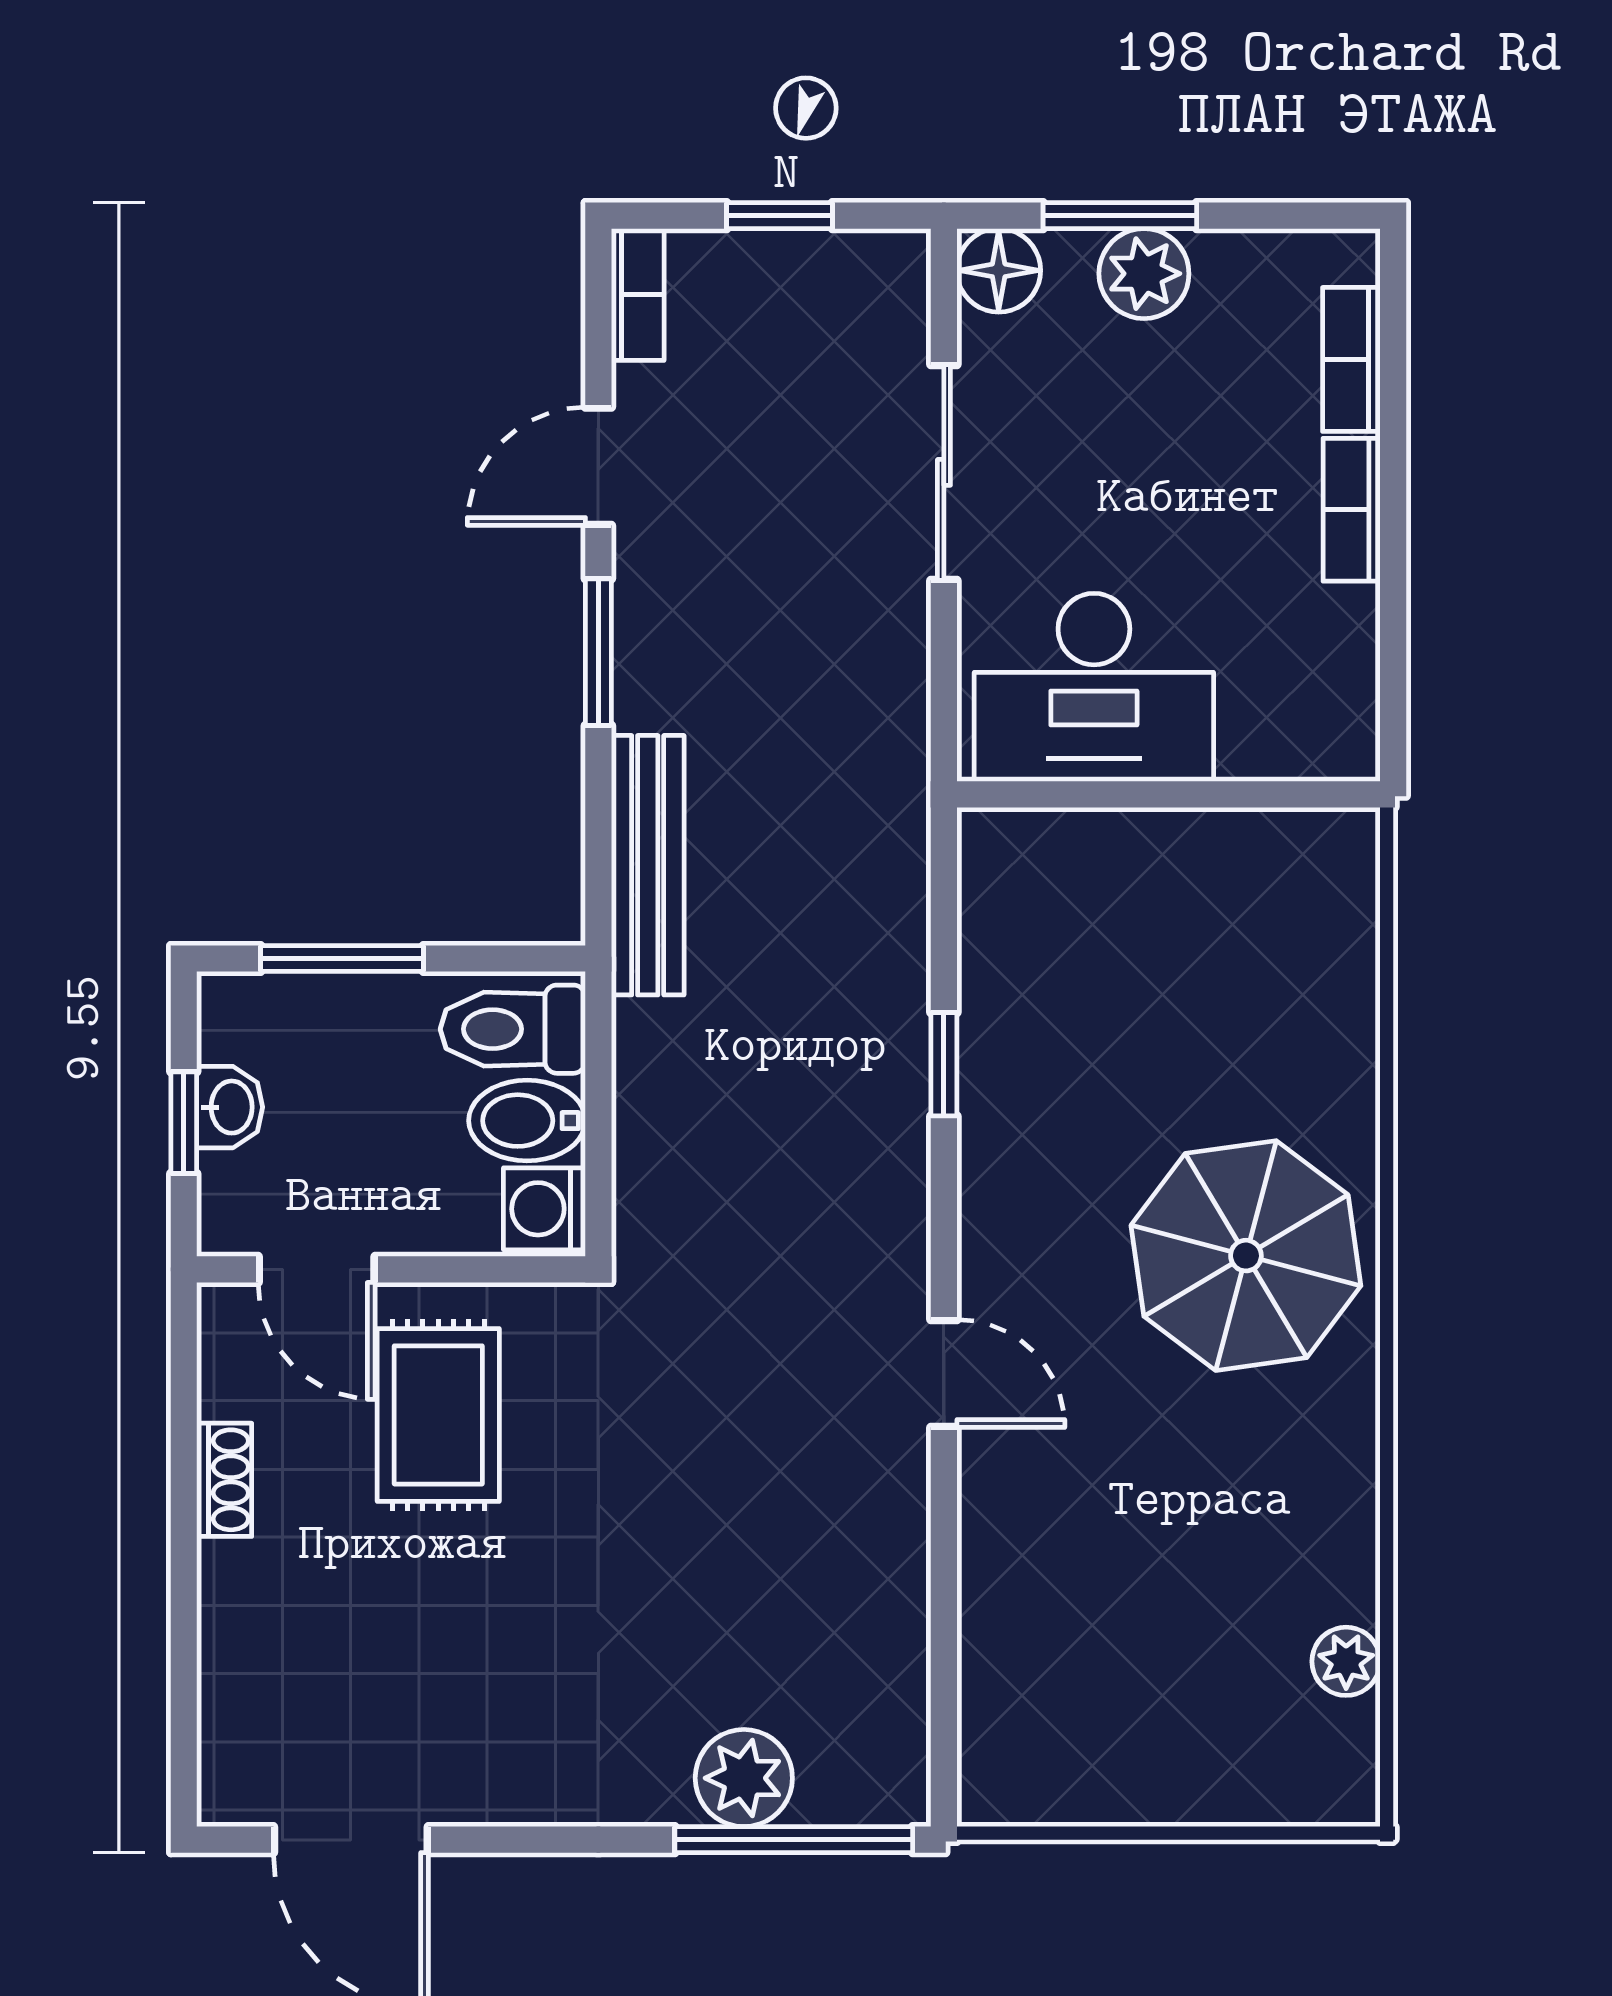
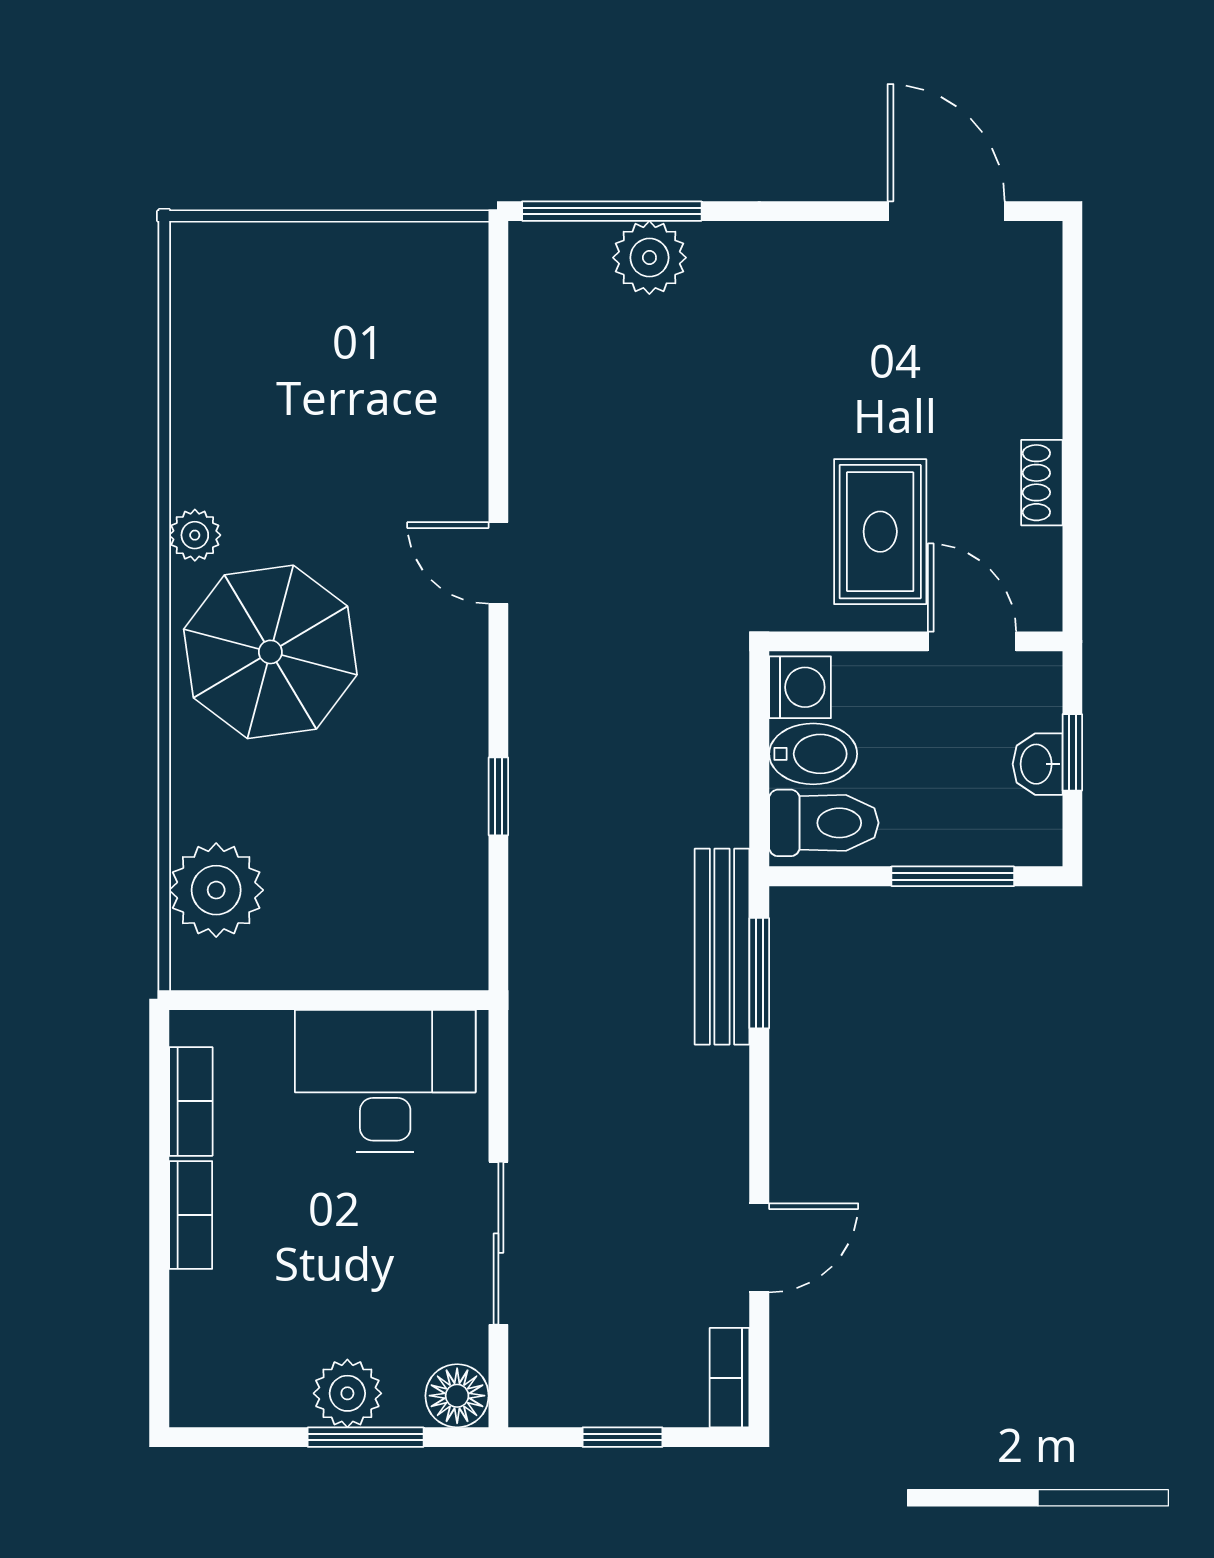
bookcase: (1351, 359) -> (191, 1101), moved
window: (598, 652) -> (759, 973), moved
plant: (1318, 940) -> (216, 890), added
plant: (1346, 1661) -> (195, 535), moved

